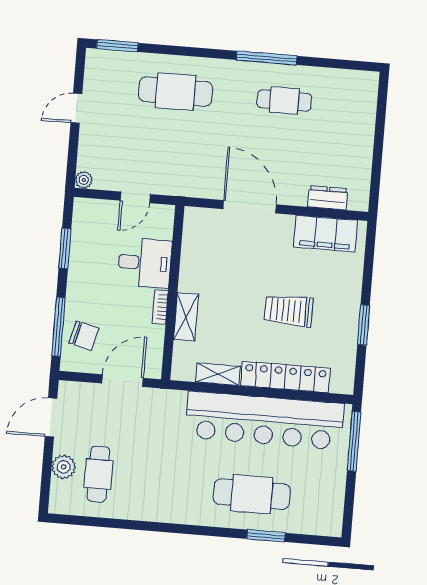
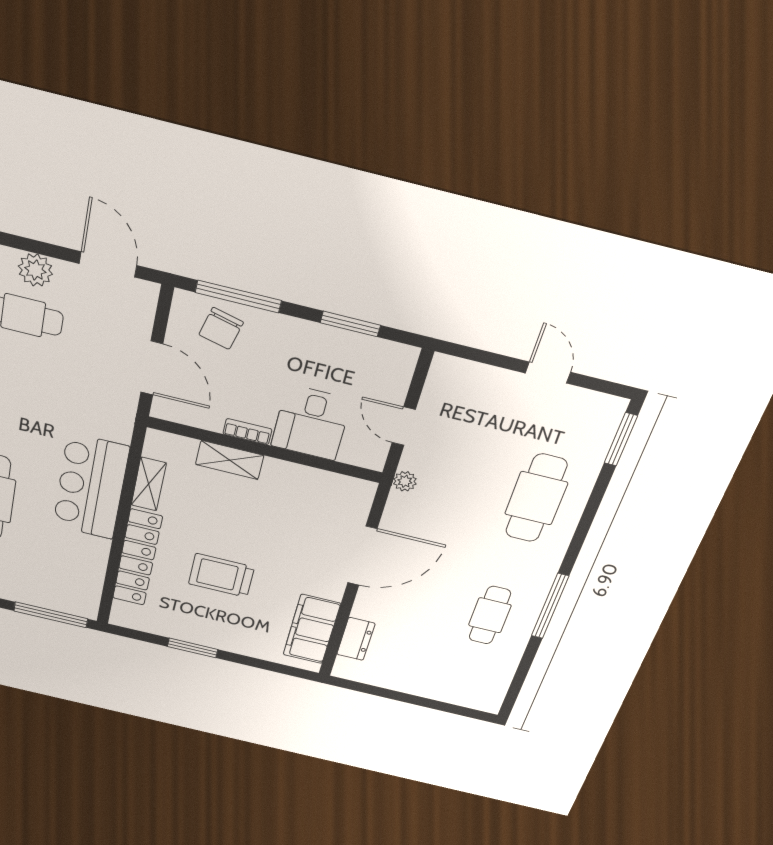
plant: (84, 180) -> (405, 481), moved
trolley: (289, 310) -> (221, 575), turned -91
bar counter: (264, 420) -> (91, 487), width x0.54

